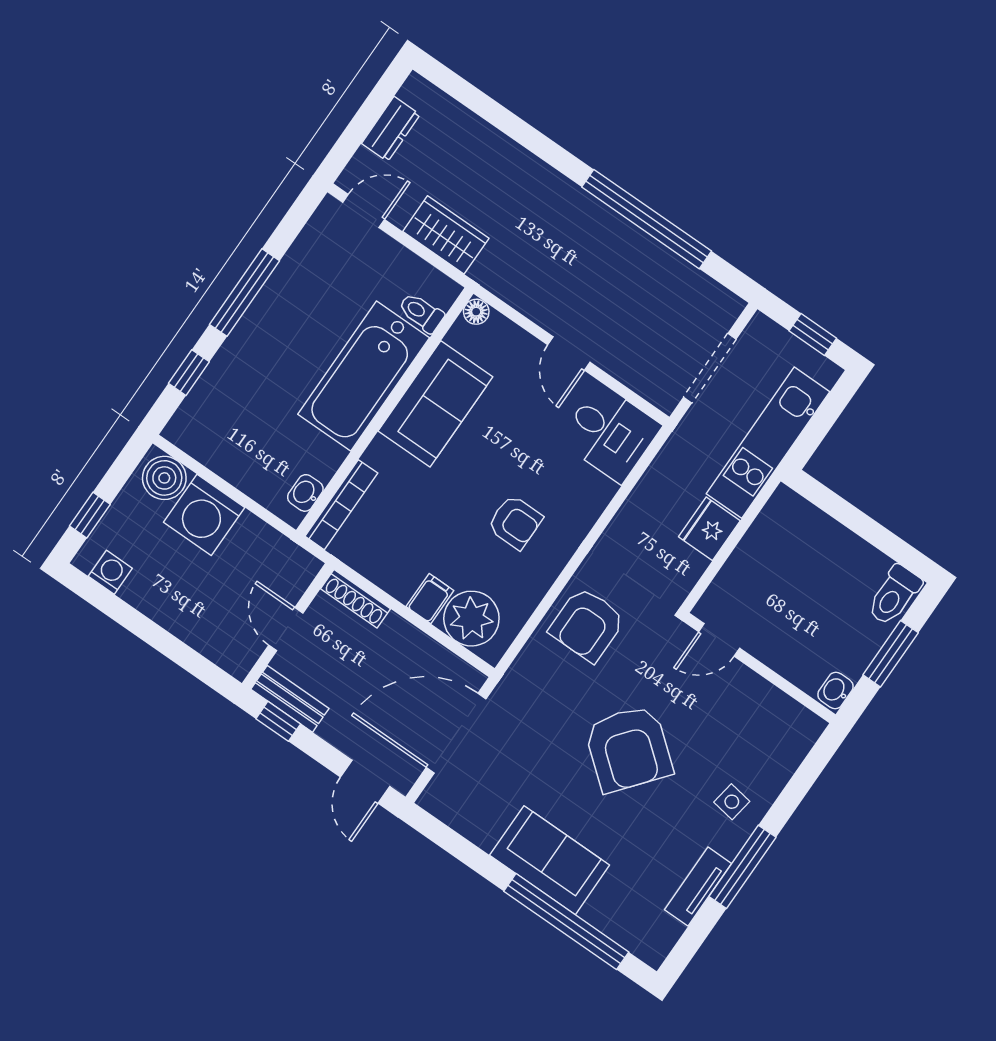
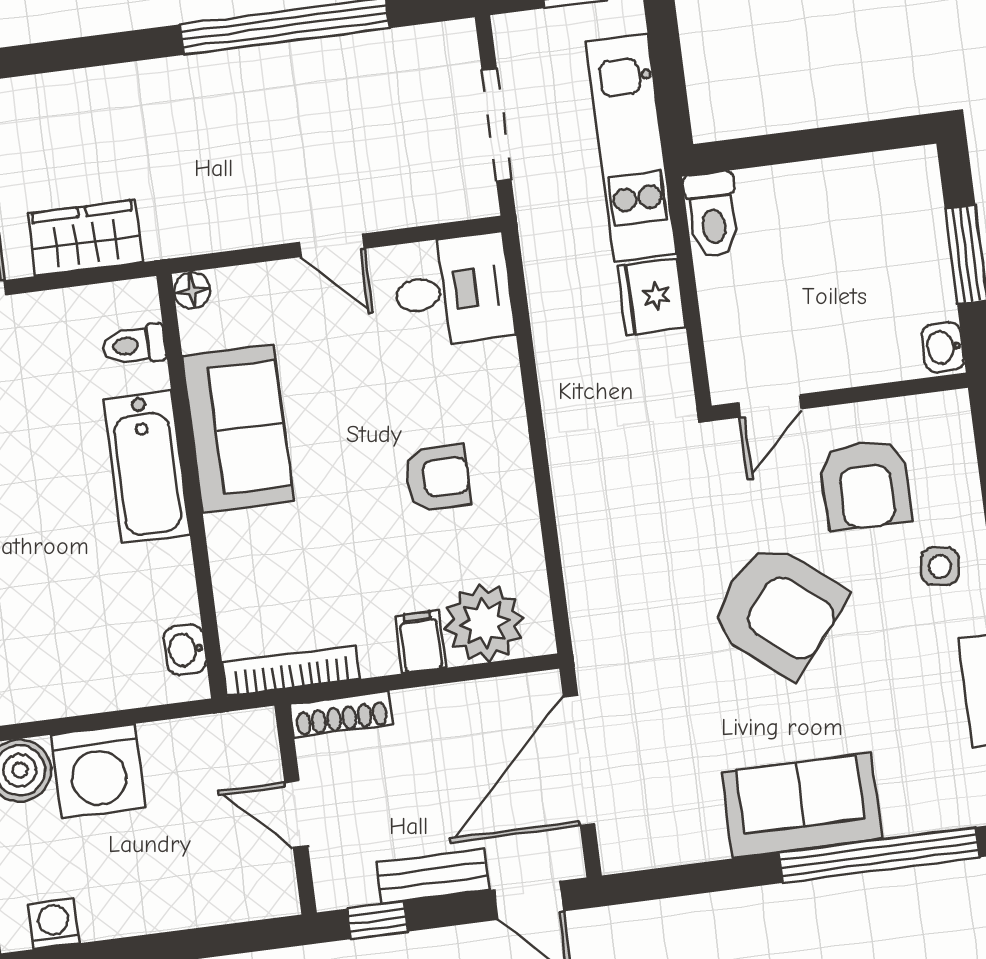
bathtub: (364, 376) -> (147, 467), width x0.73, depth x0.73
bookcase: (341, 505) -> (291, 671), moved, turned -90
toilet: (894, 595) -> (712, 215), moved
armchair: (587, 625) -> (866, 485), moved
bench: (290, 699) -> (433, 876), moved

